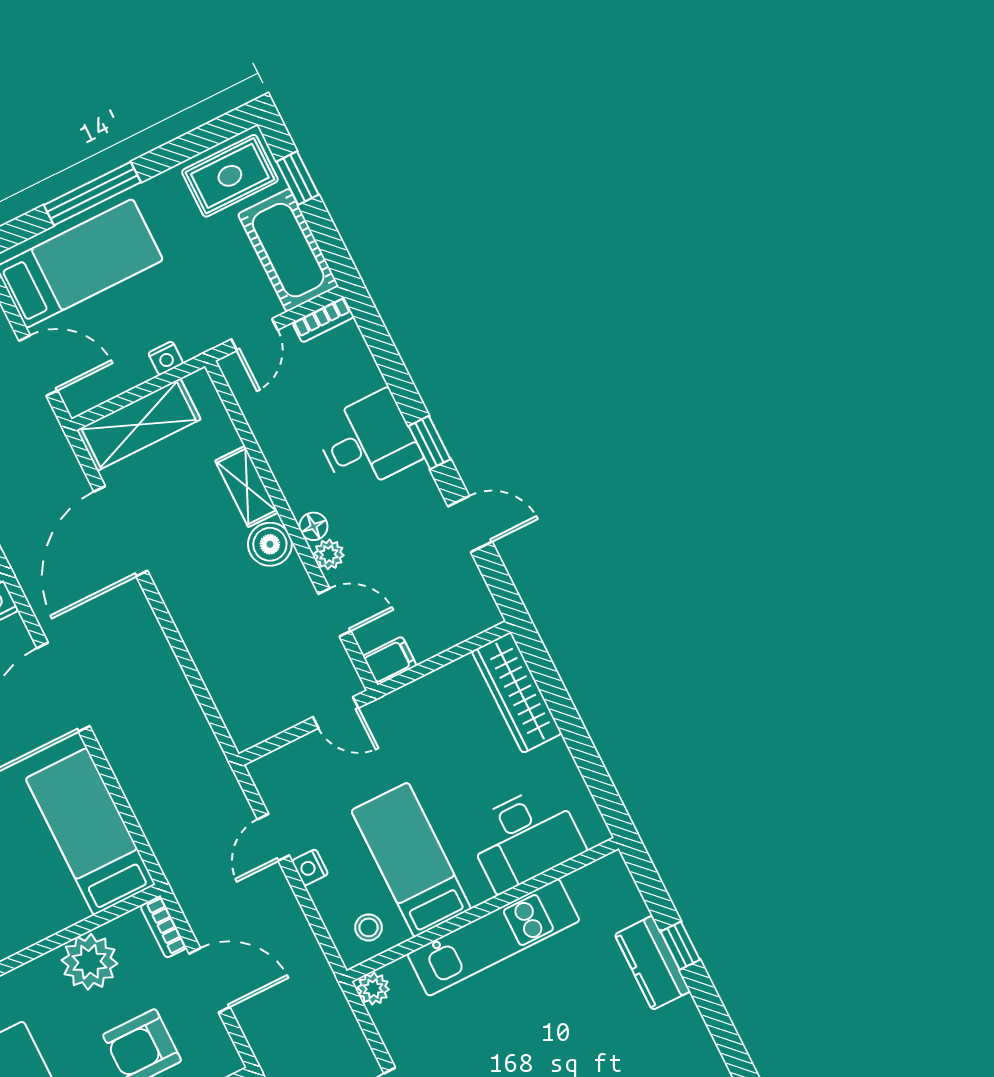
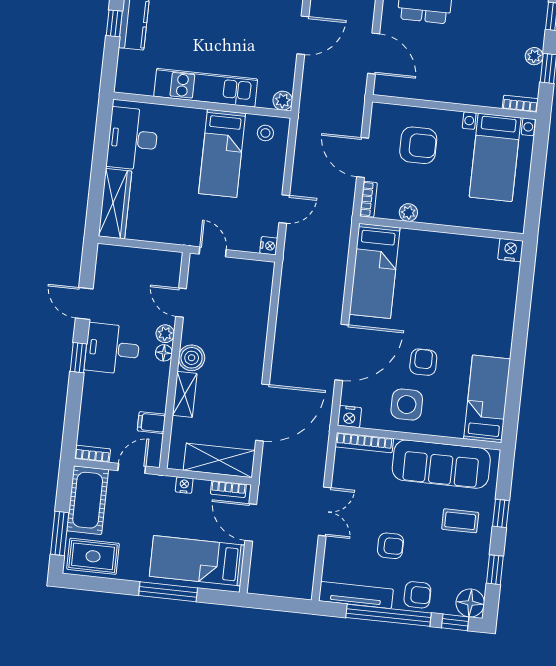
window: (298, 178) -> (60, 533), width x1.50
bookcase: (100, 392) -> (228, 489), added
desk: (368, 442) -> (112, 349), moved
filing cabinet: (390, 661) -> (151, 423), moved
desk: (525, 838) -> (133, 139), moved, turned -90
nightstand: (310, 867) -> (269, 246), moved
plant: (89, 962) -> (408, 213), width x0.53, depth x0.53

